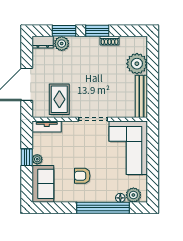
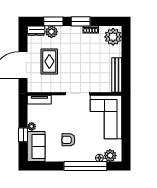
plant: (137, 64) -> (113, 37), moved
rug: (59, 99) -> (49, 61), moved
window: (27, 157) -> (23, 135), moved

